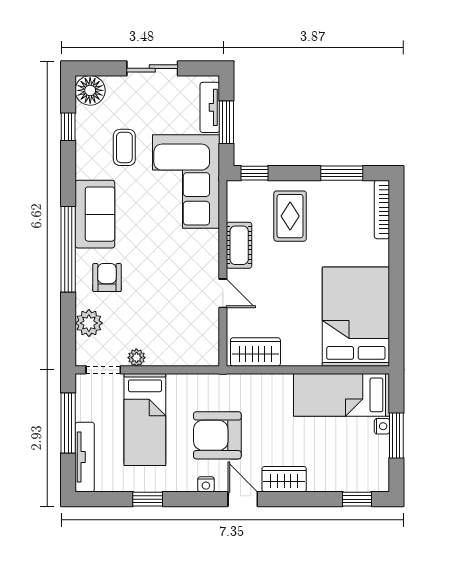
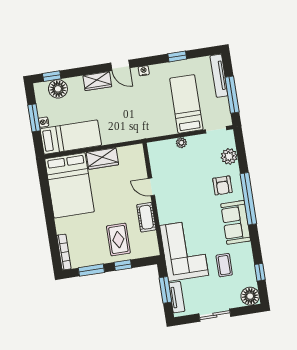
window: (254, 173) -> (123, 265), moved
wardrobe: (255, 352) -> (102, 159), moved
plant: (136, 358) -> (181, 143), moved
armchair: (217, 435) -> (141, 101), removed
floor lamp: (350, 477) -> (58, 89), added

